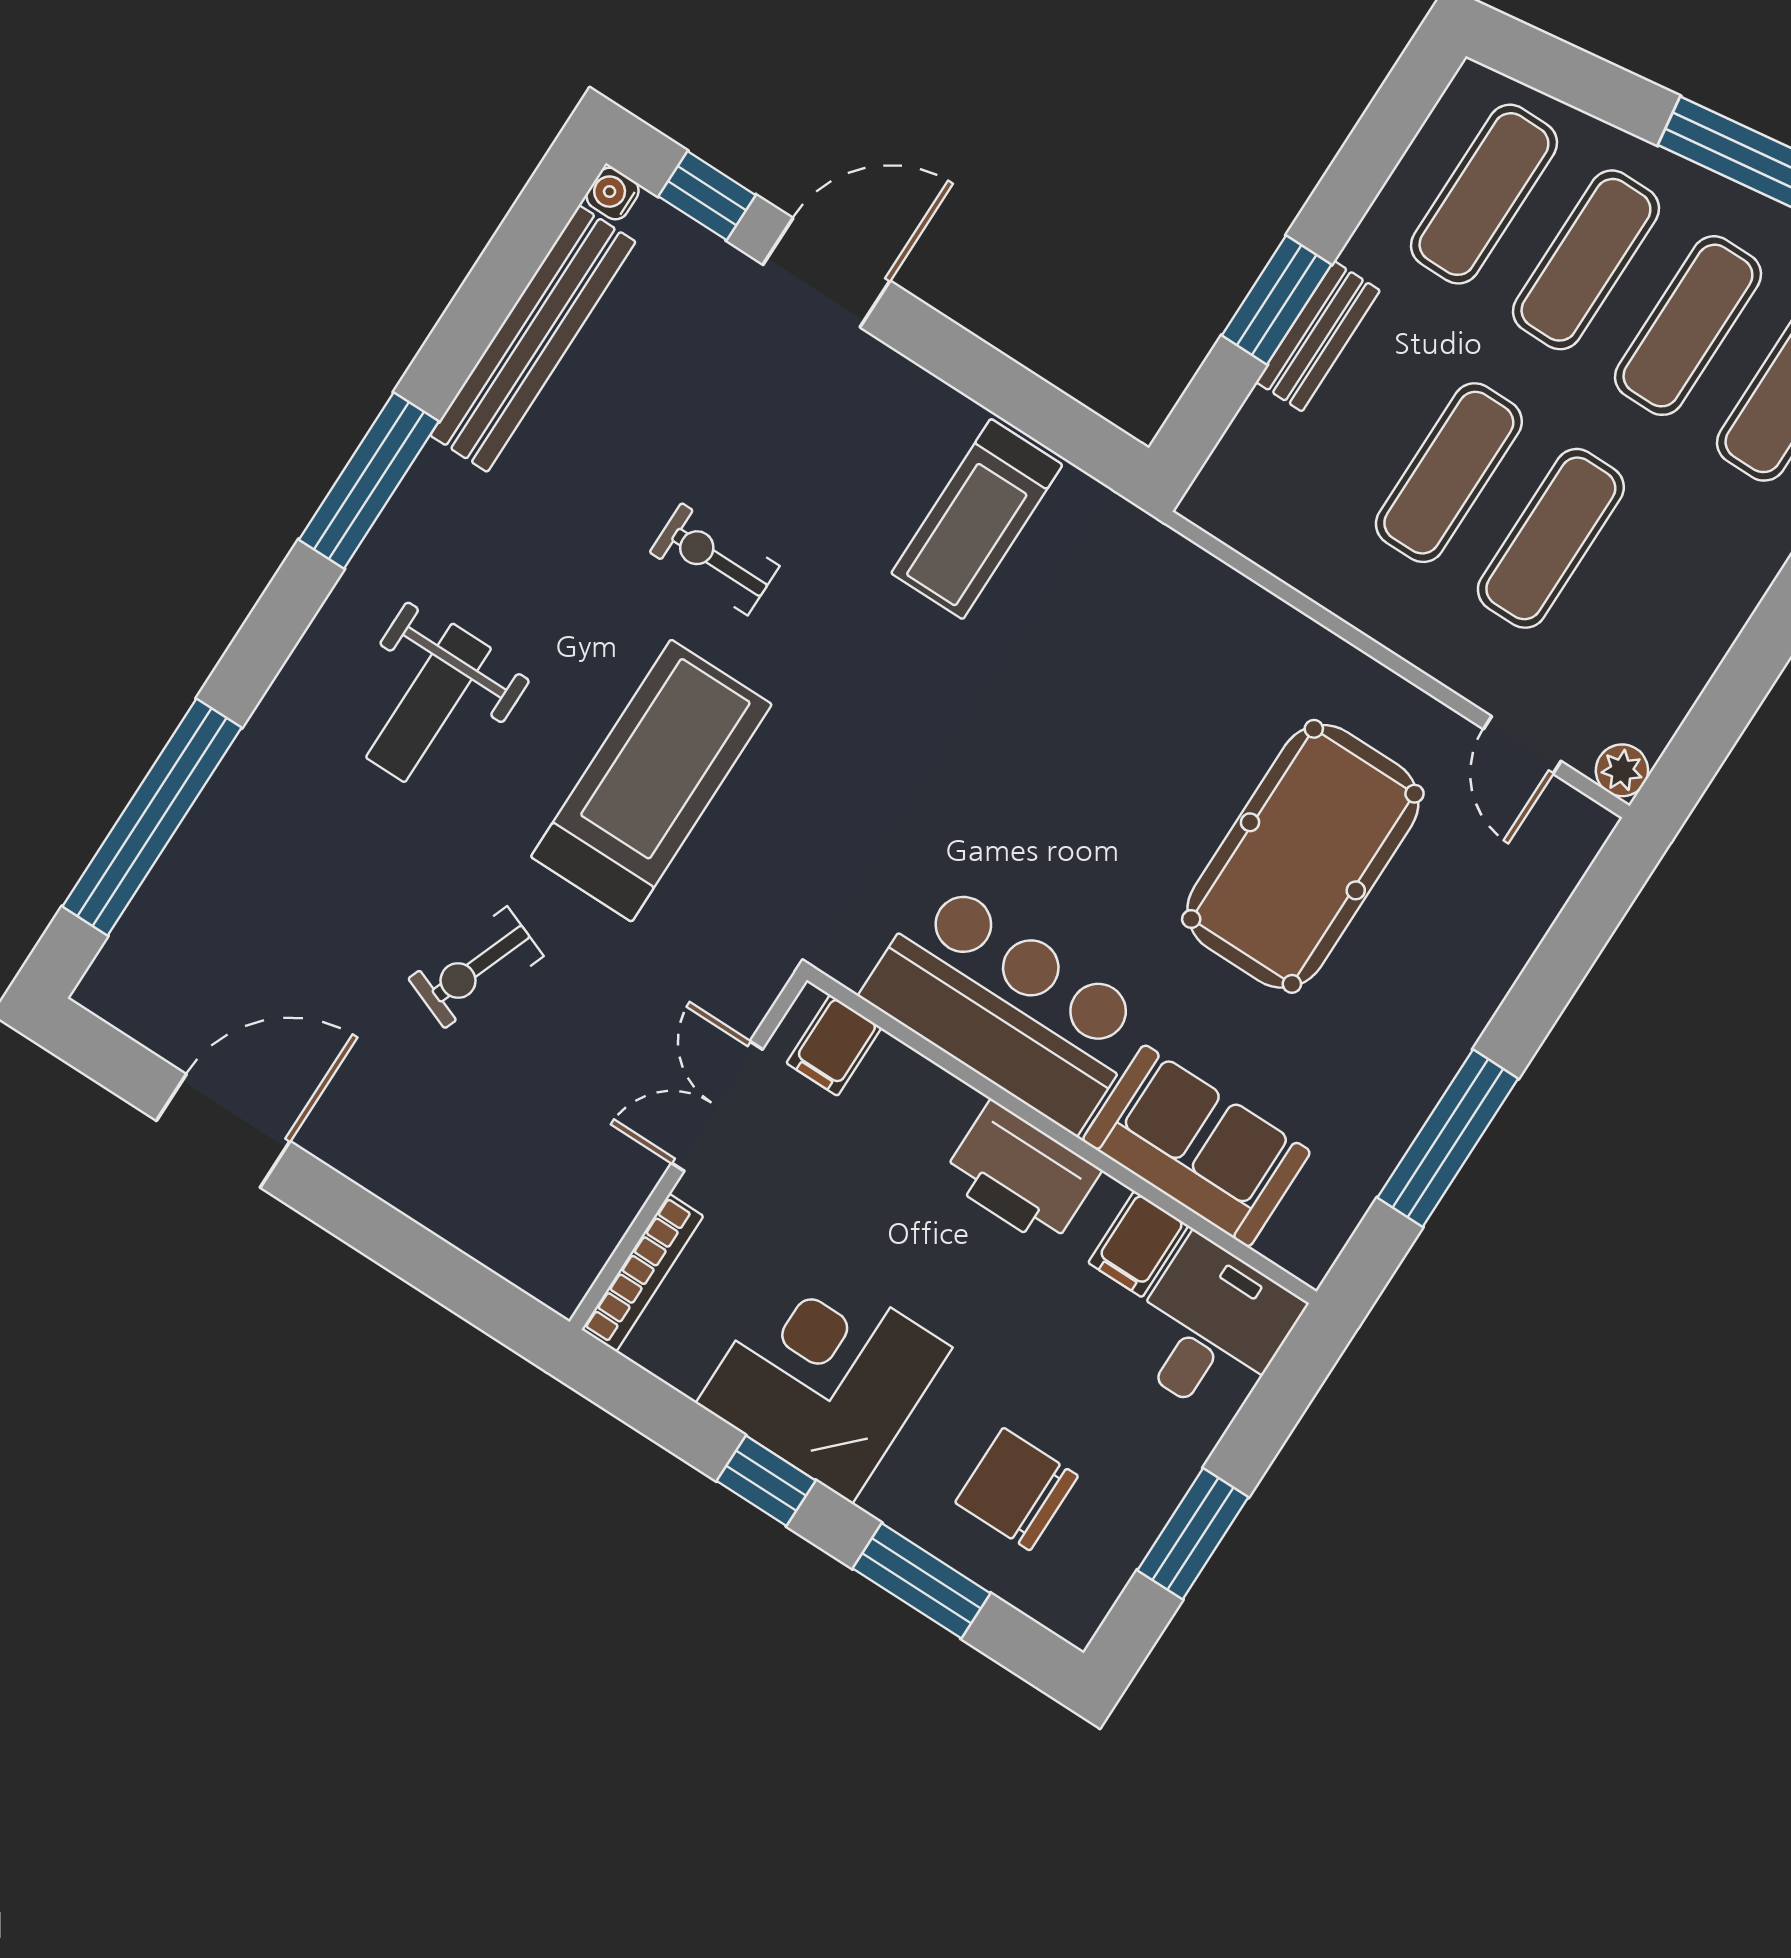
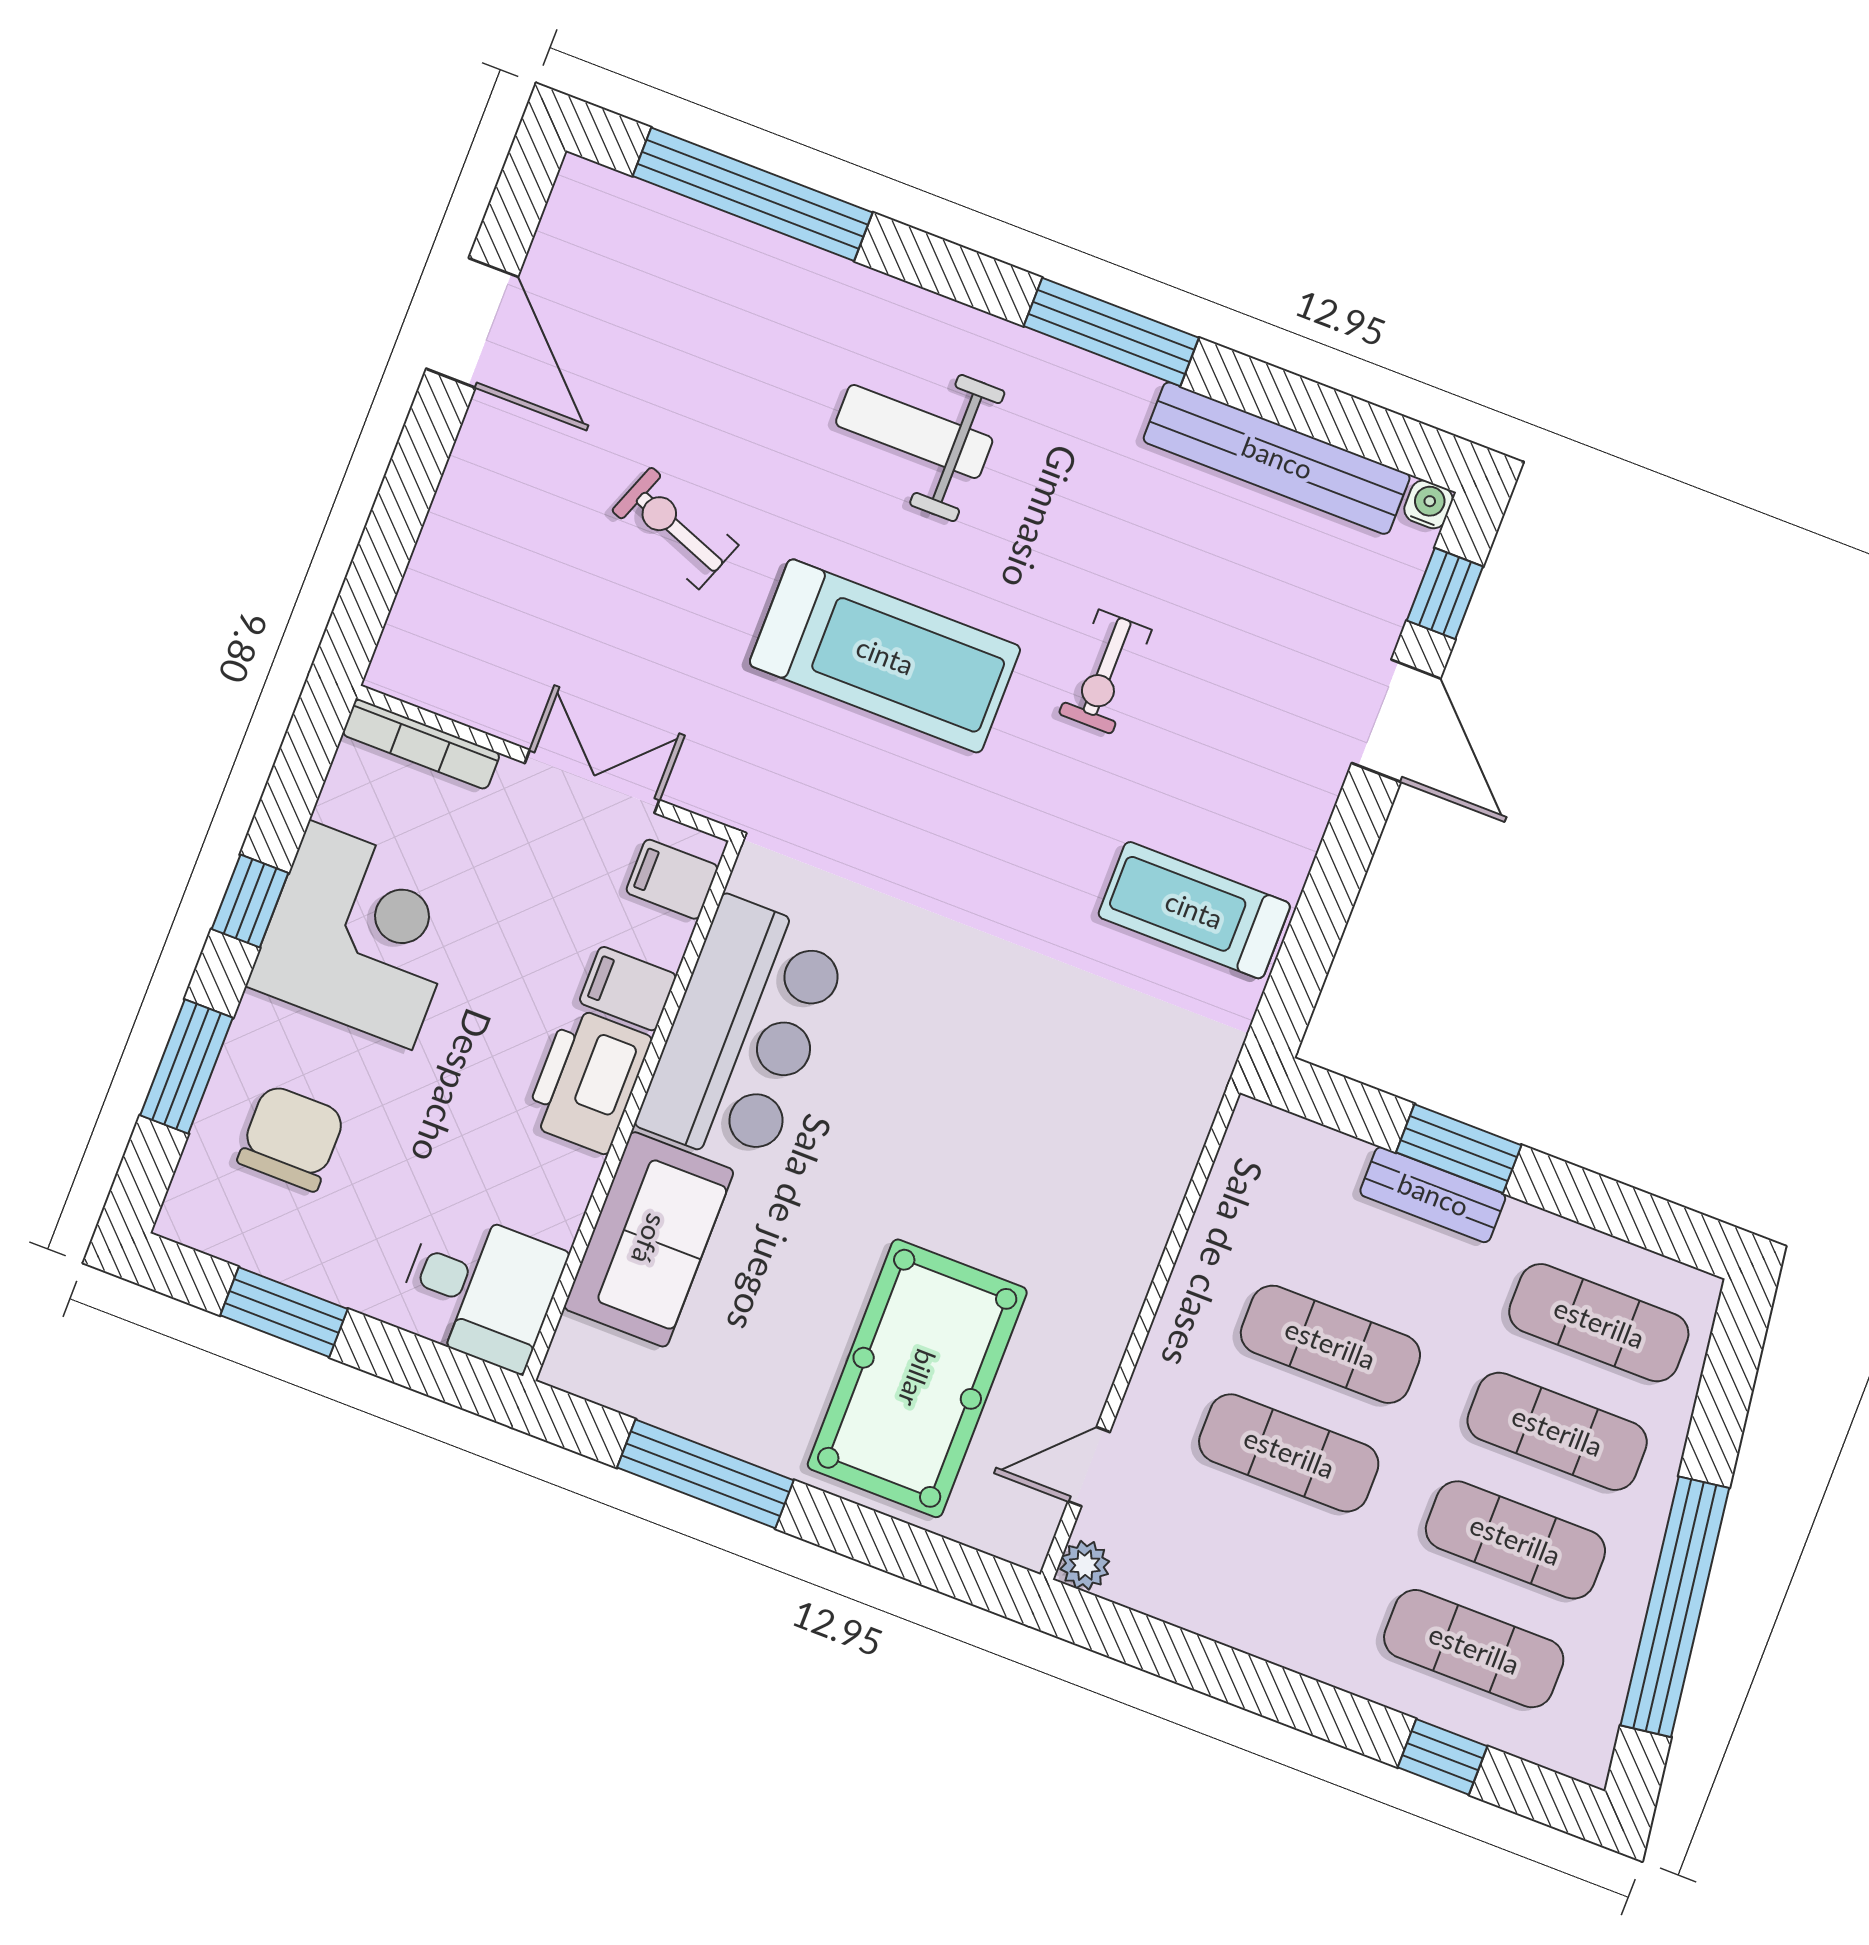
exercise bike: (715, 559) -> (1105, 672), turned 180
pool table: (1303, 856) -> (917, 1378), moved, turned 90
filing cabinet: (1138, 1244) -> (628, 989), moved

